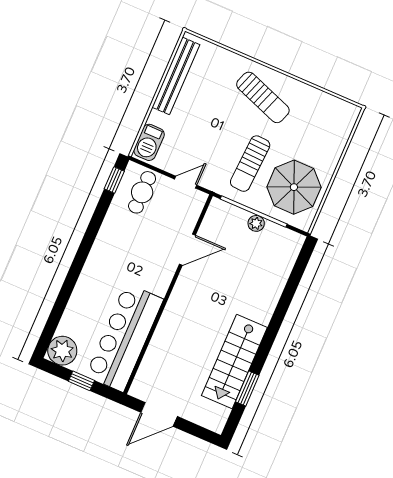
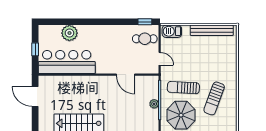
sun lounger: (263, 97) -> (214, 98), moved
plant: (62, 351) -> (69, 33), moved

